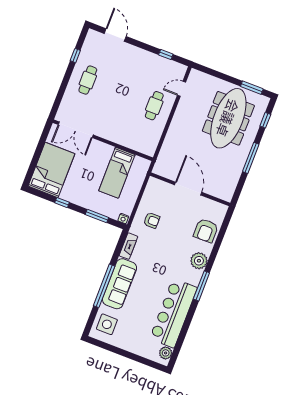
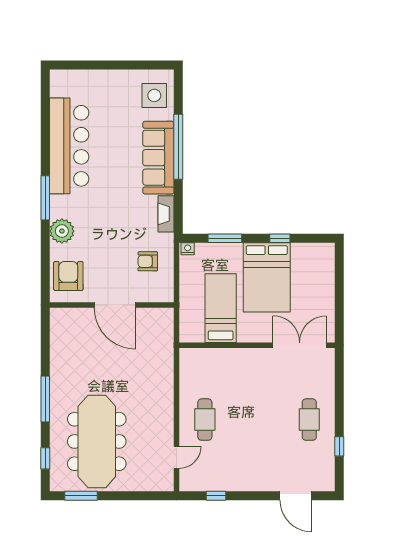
bed: (52, 170) -> (267, 277), moved
door: (188, 189) -> (115, 305), moved
wall: (190, 189) -> (112, 305), moved
plant: (166, 353) -> (59, 87), removed

